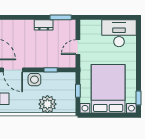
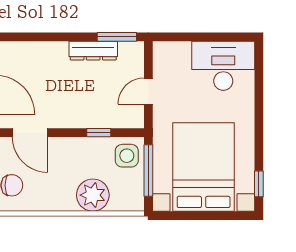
dresser: (44, 25) -> (93, 51), width x1.44
side table: (34, 80) -> (127, 156), moved
window: (78, 91) -> (148, 171), width x2.17

